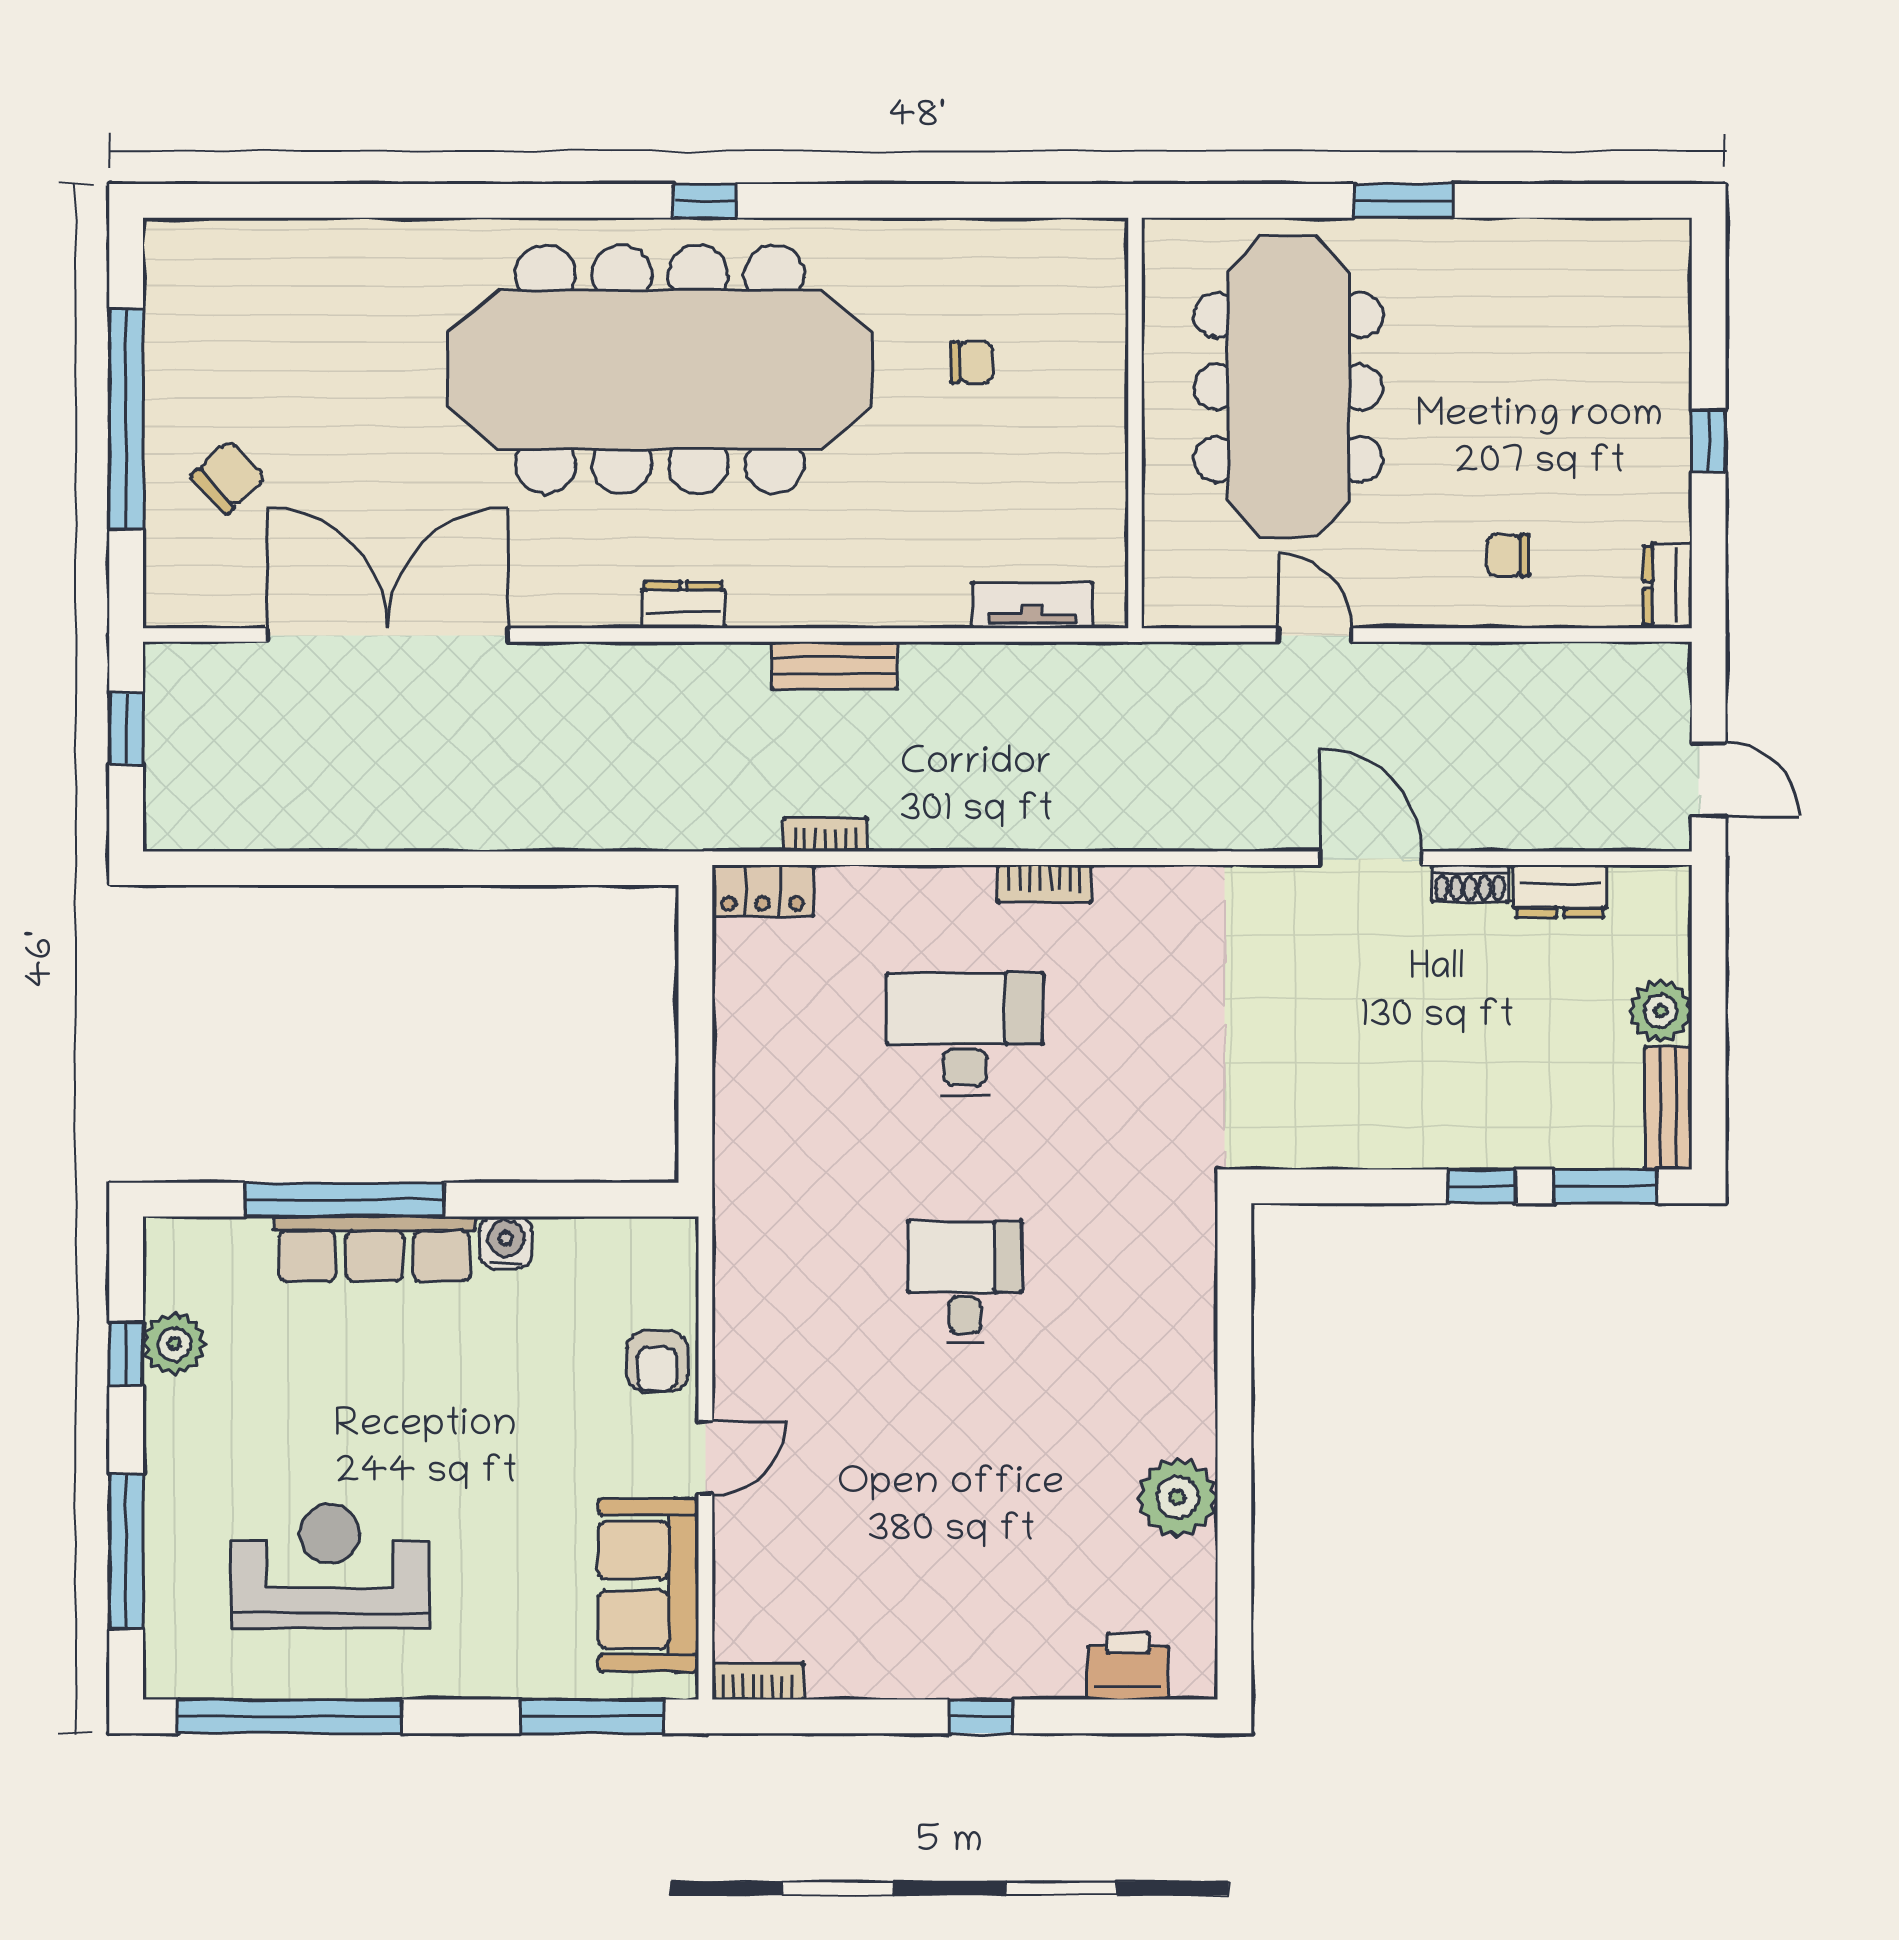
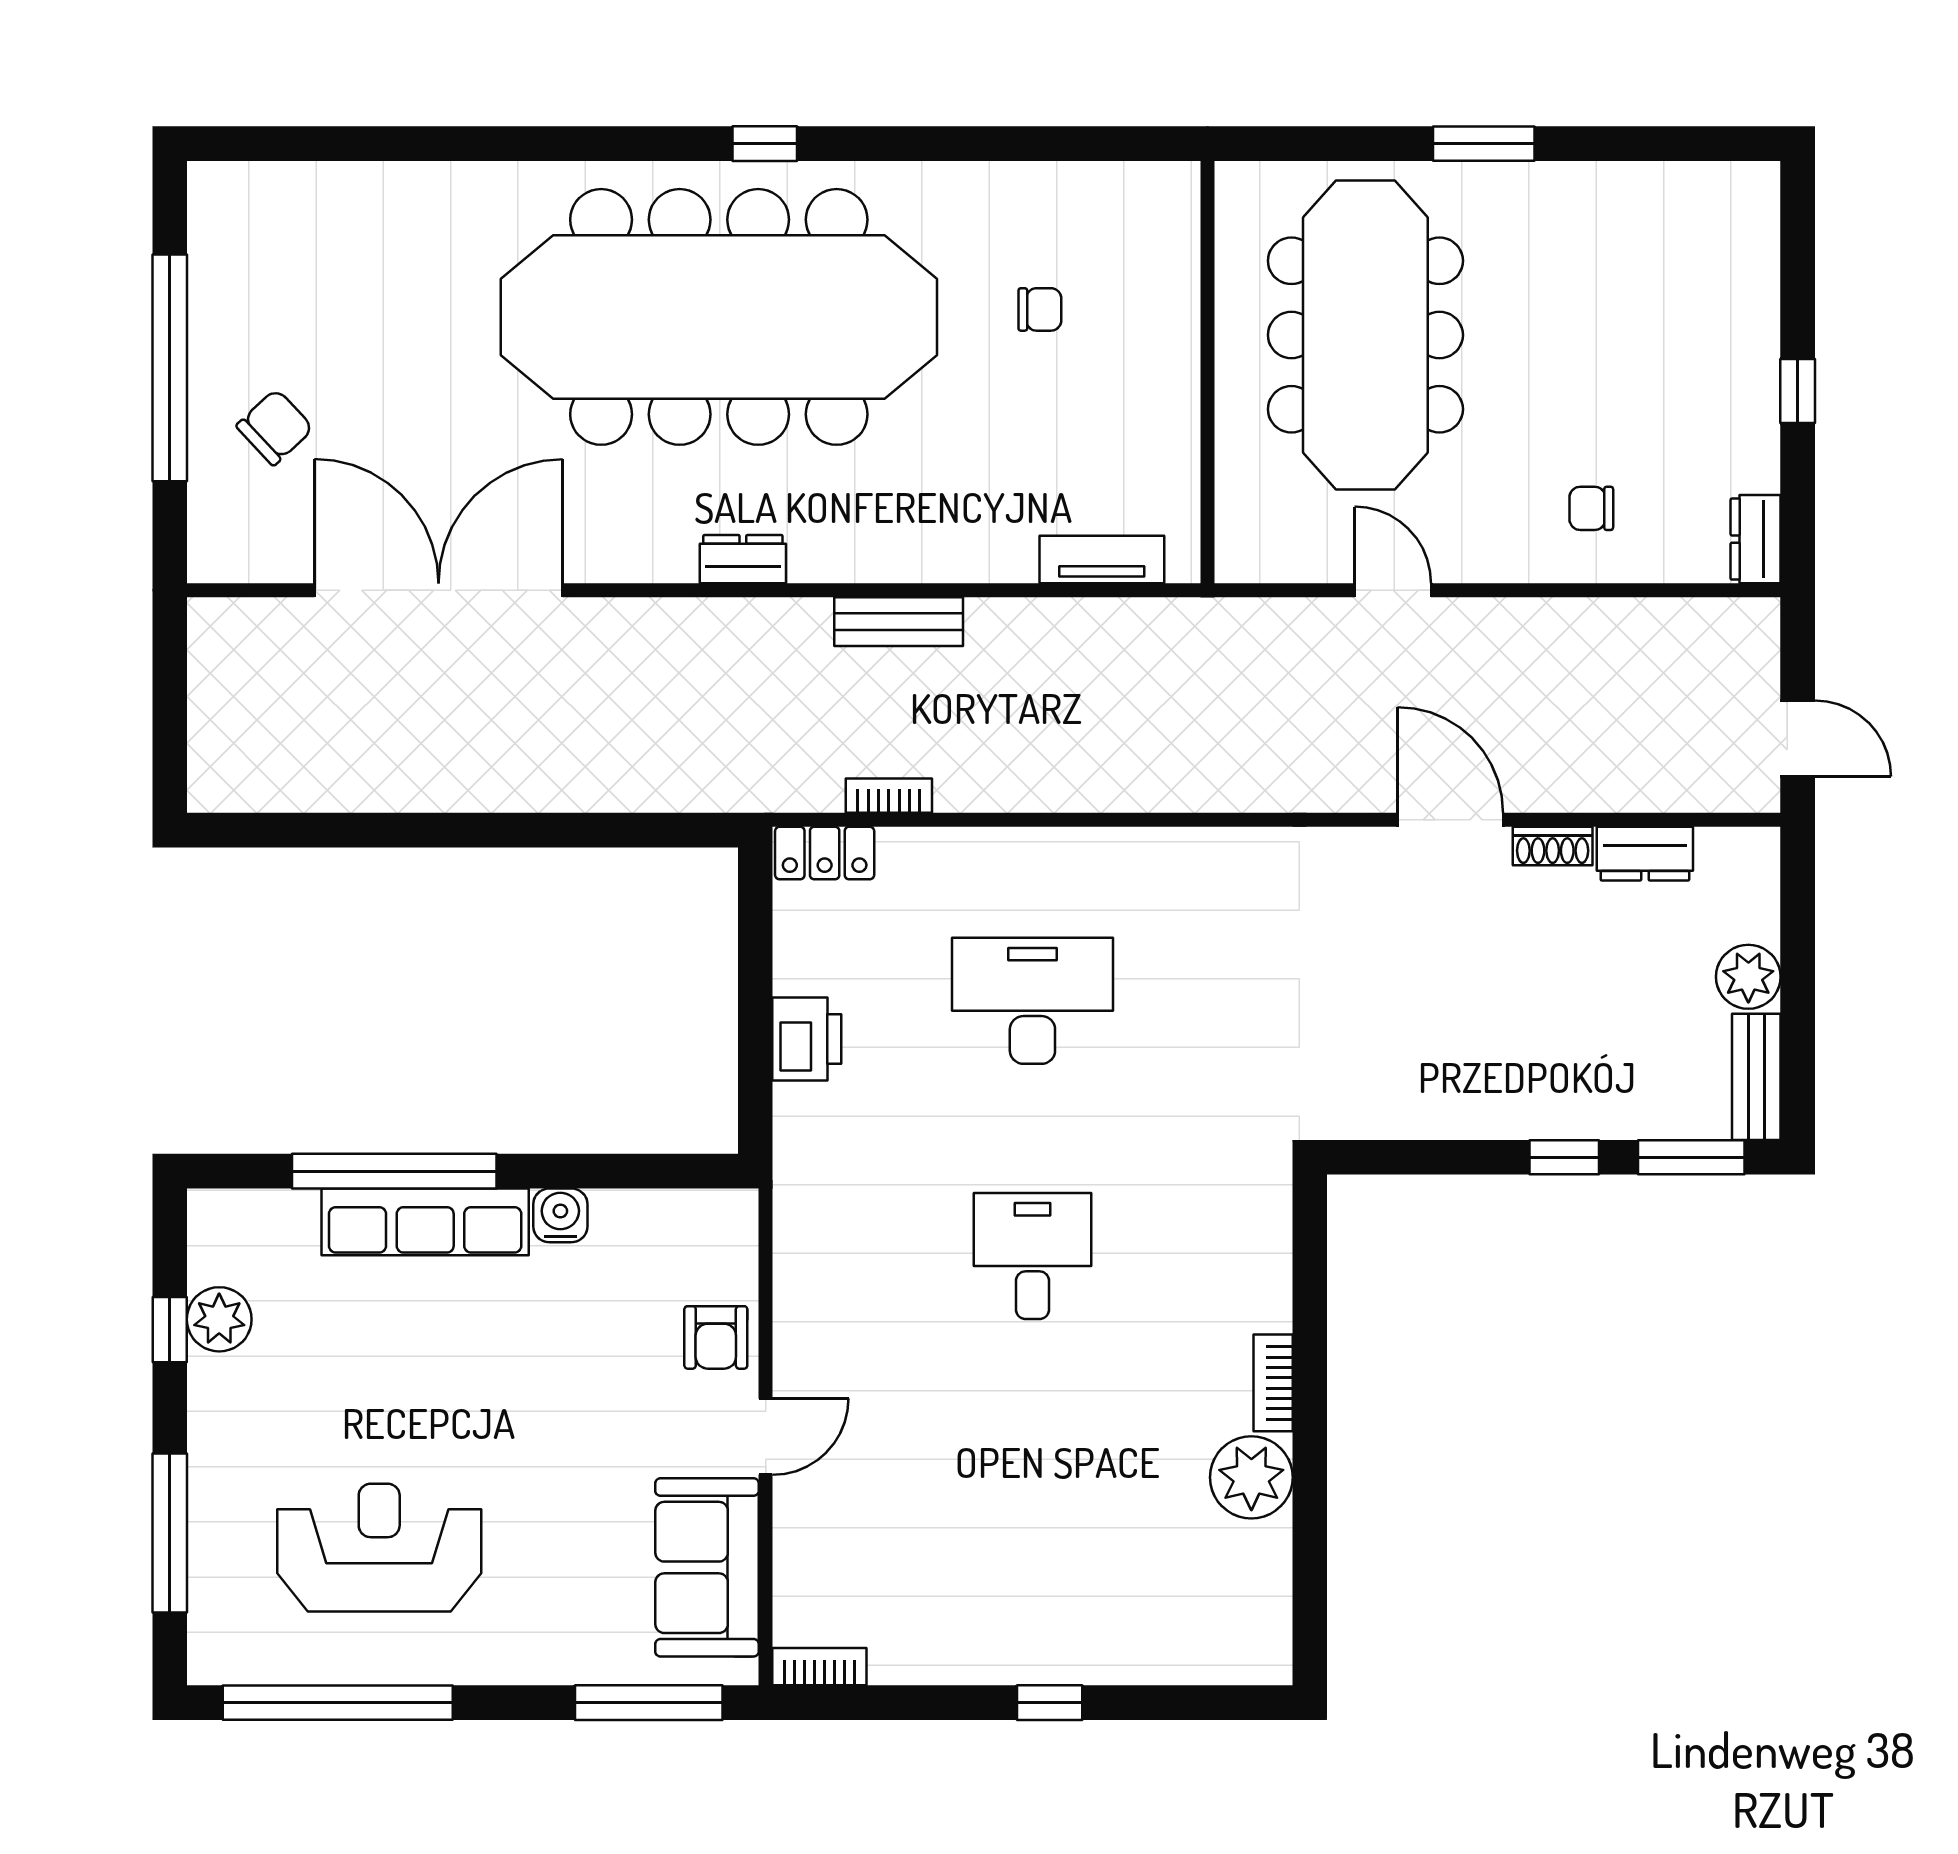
window: (126, 728) -> (170, 686), removed
bookcase: (1044, 884) -> (1273, 1383), moved, turned 90
printer: (1128, 1666) -> (807, 1039), moved, turned 90

